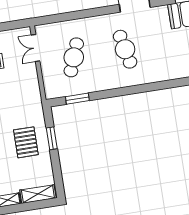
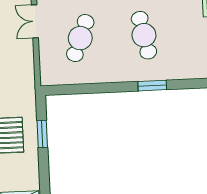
window: (77, 99) -> (152, 86), moved

